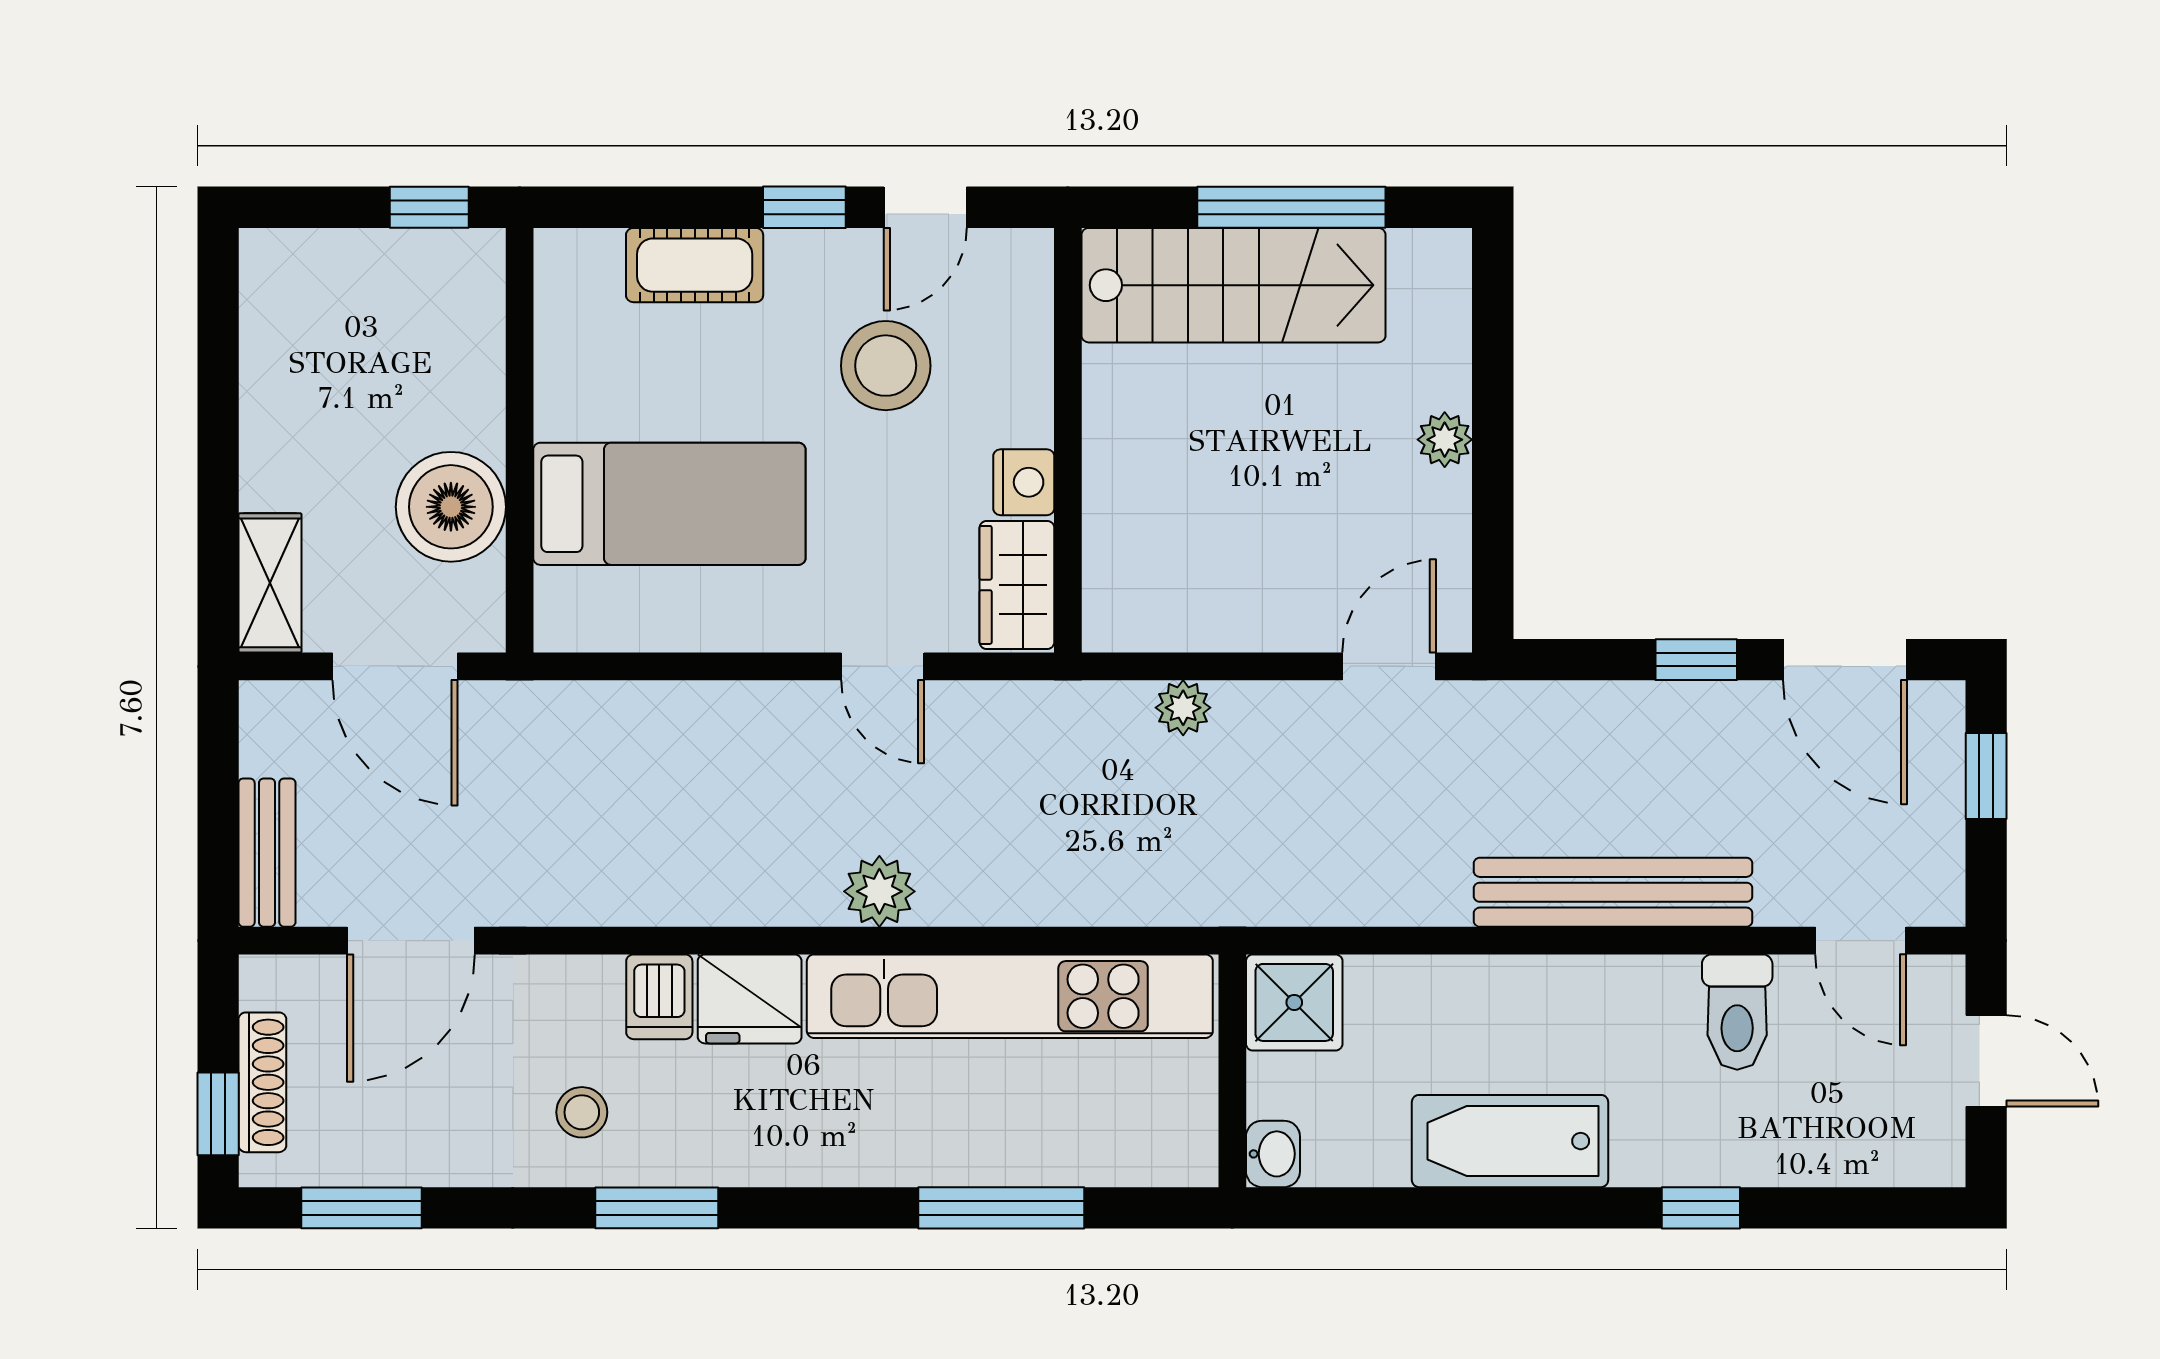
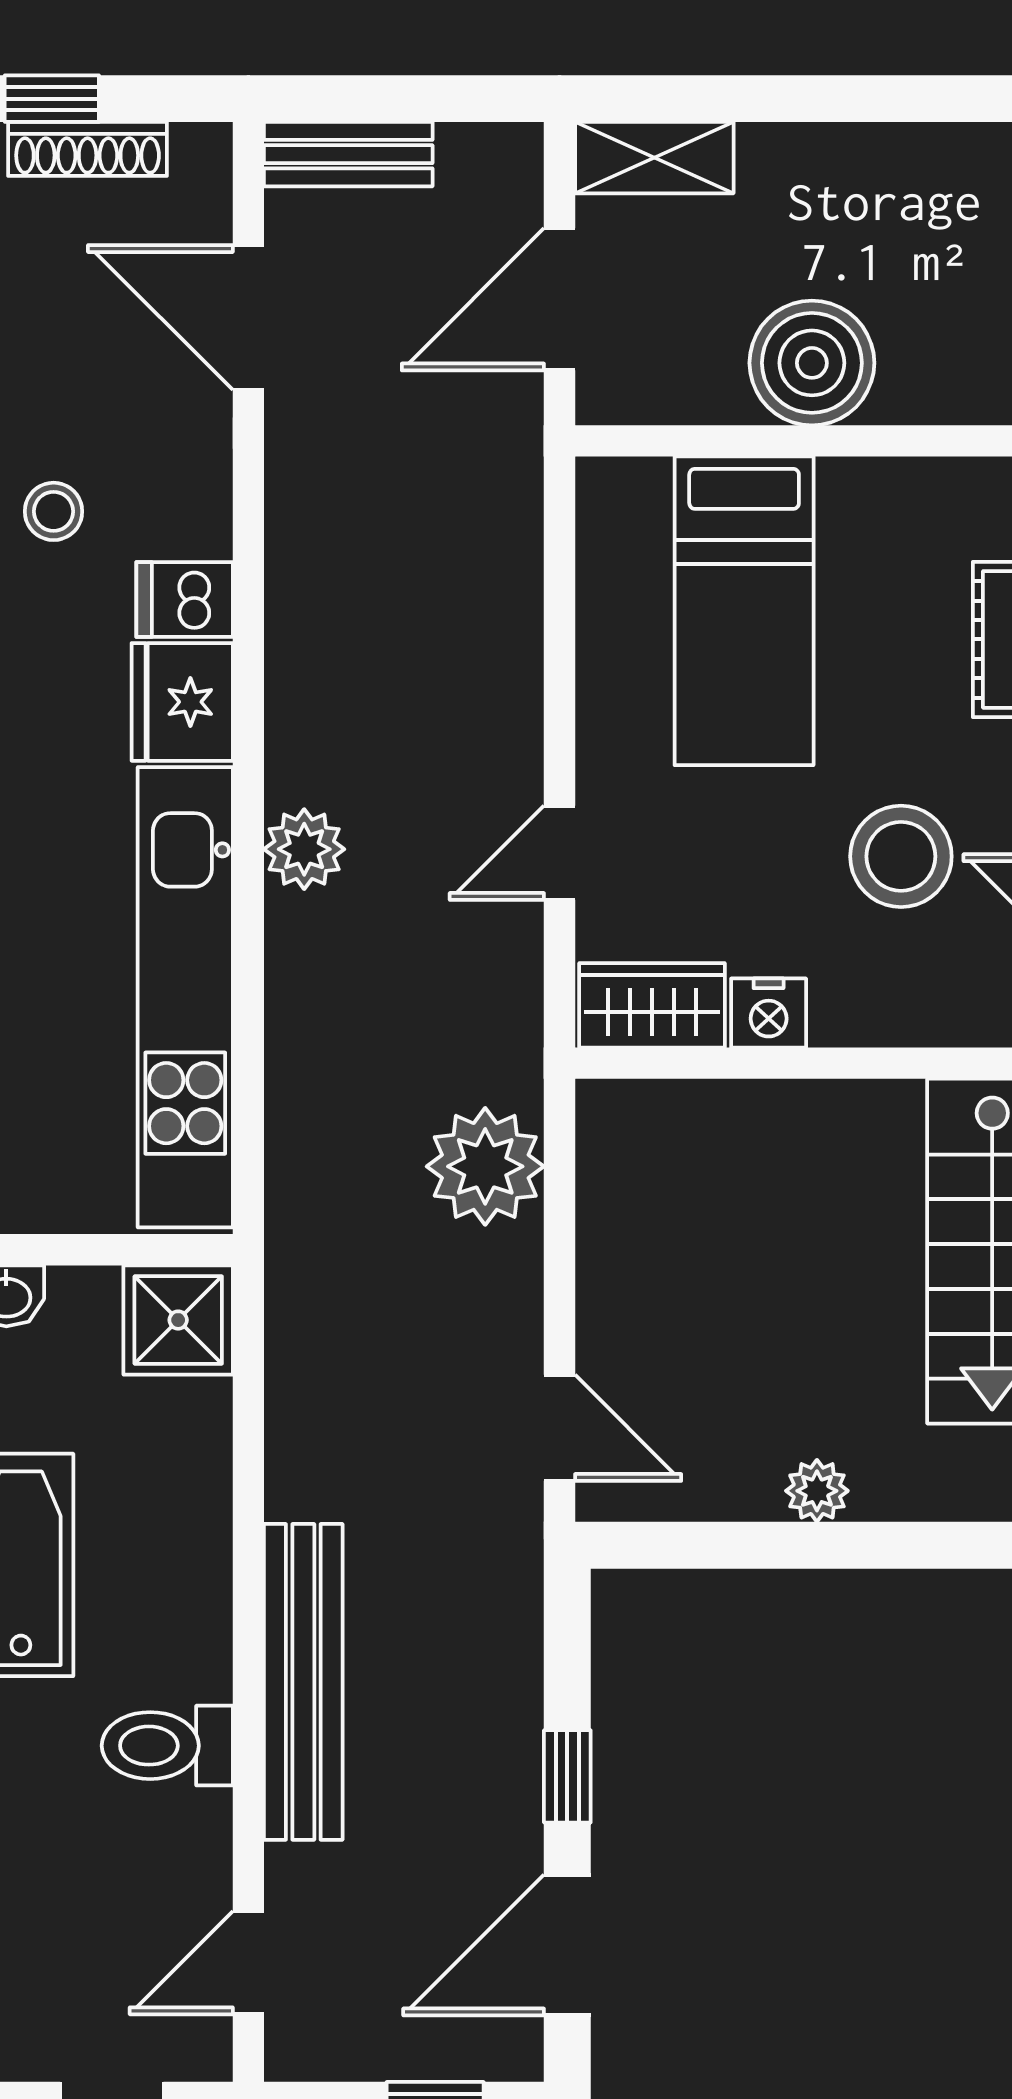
boiler: (451, 507) -> (812, 363), moved
plant: (1183, 708) -> (485, 1166), width x1.88, depth x1.88
toilet: (1737, 1012) -> (167, 1746), moved

